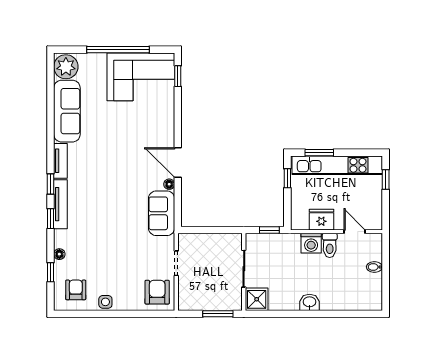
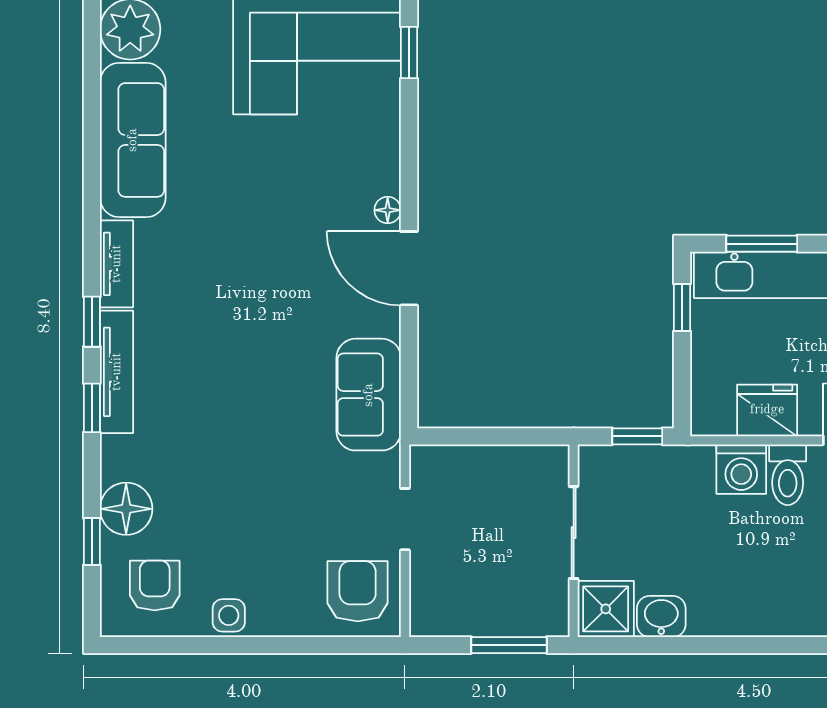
floor lamp: (169, 184) -> (388, 210), moved
floor lamp: (59, 254) -> (126, 509), width x1.89, depth x1.89
washbasin: (309, 302) -> (661, 616), moved

